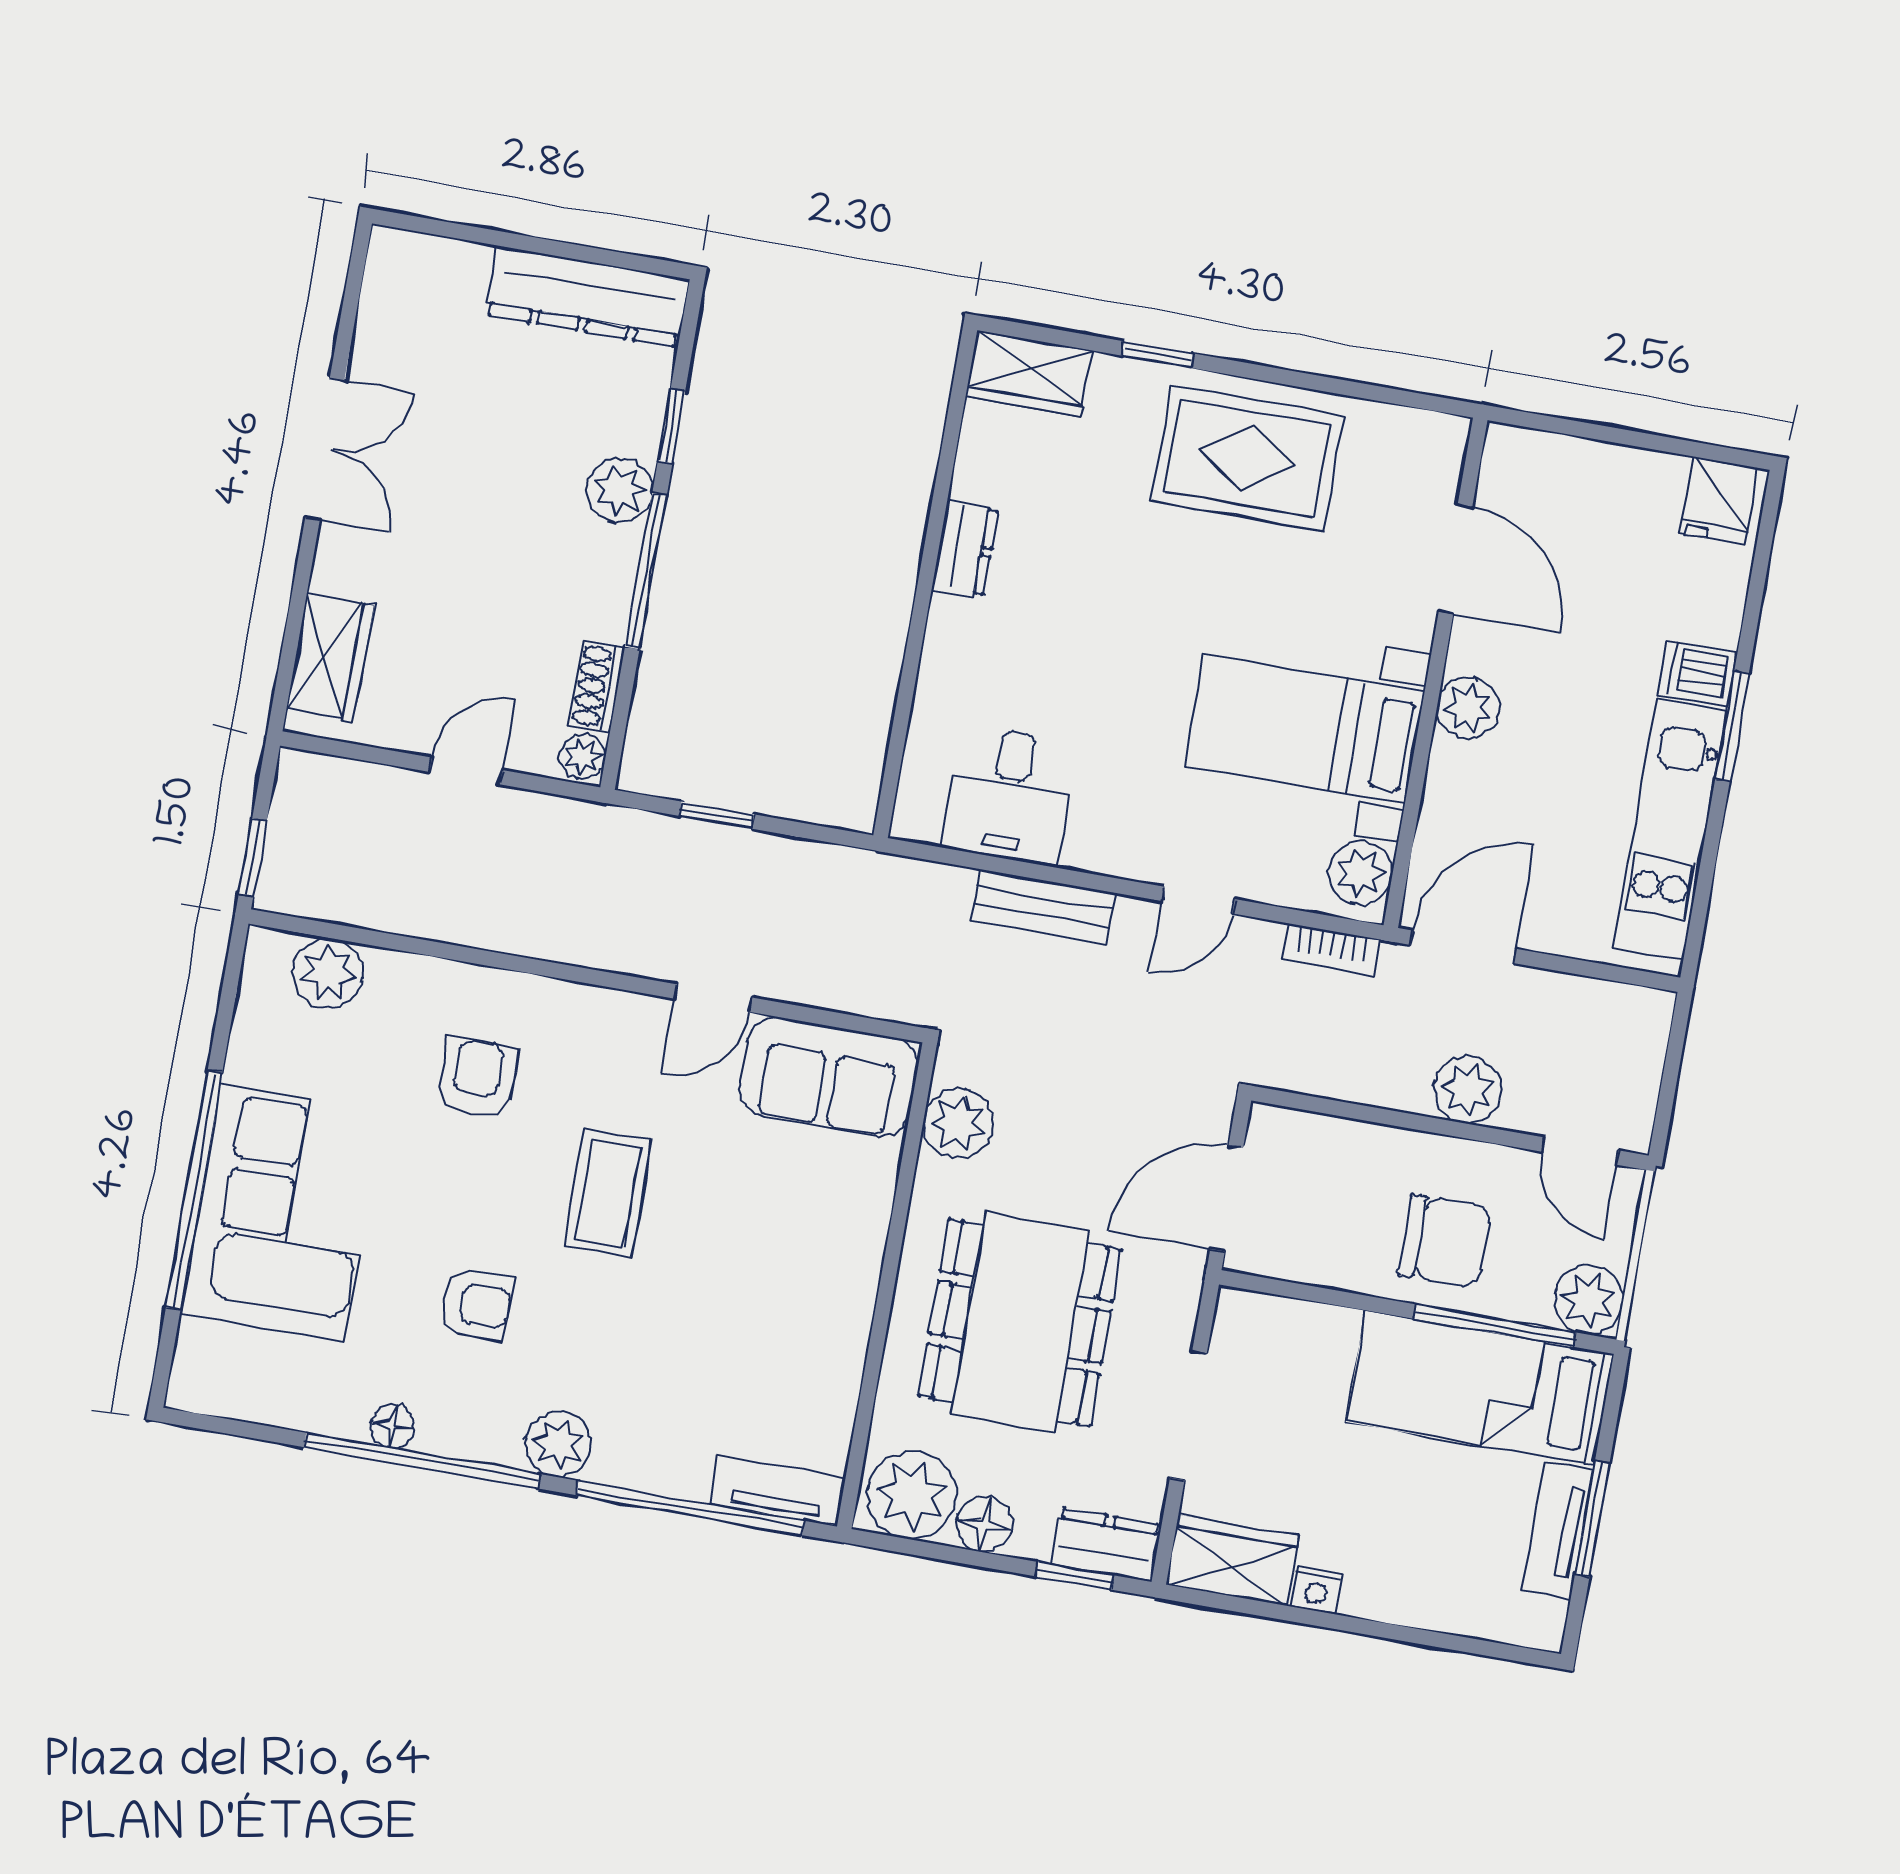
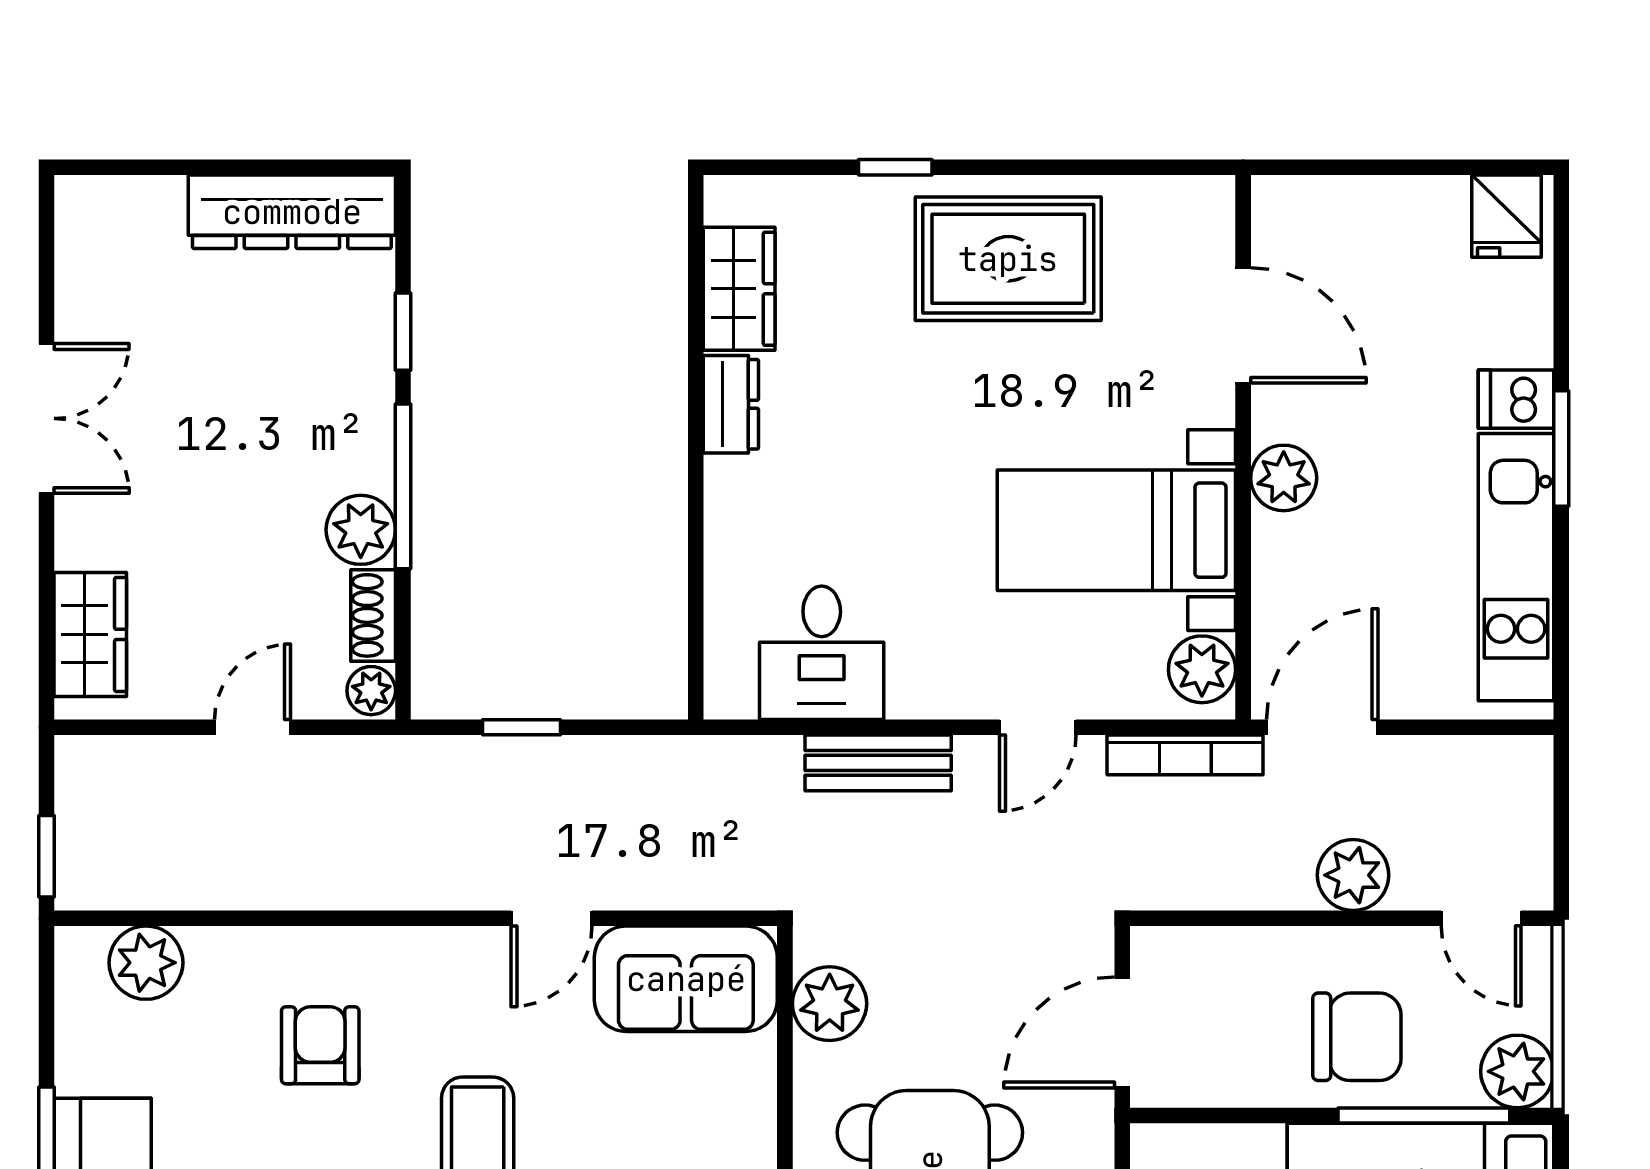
wardrobe: (1029, 374) -> (739, 289), moved, turned -90
plant: (619, 490) -> (361, 530), moved
bookcase: (1331, 950) -> (1185, 755), width x1.56

